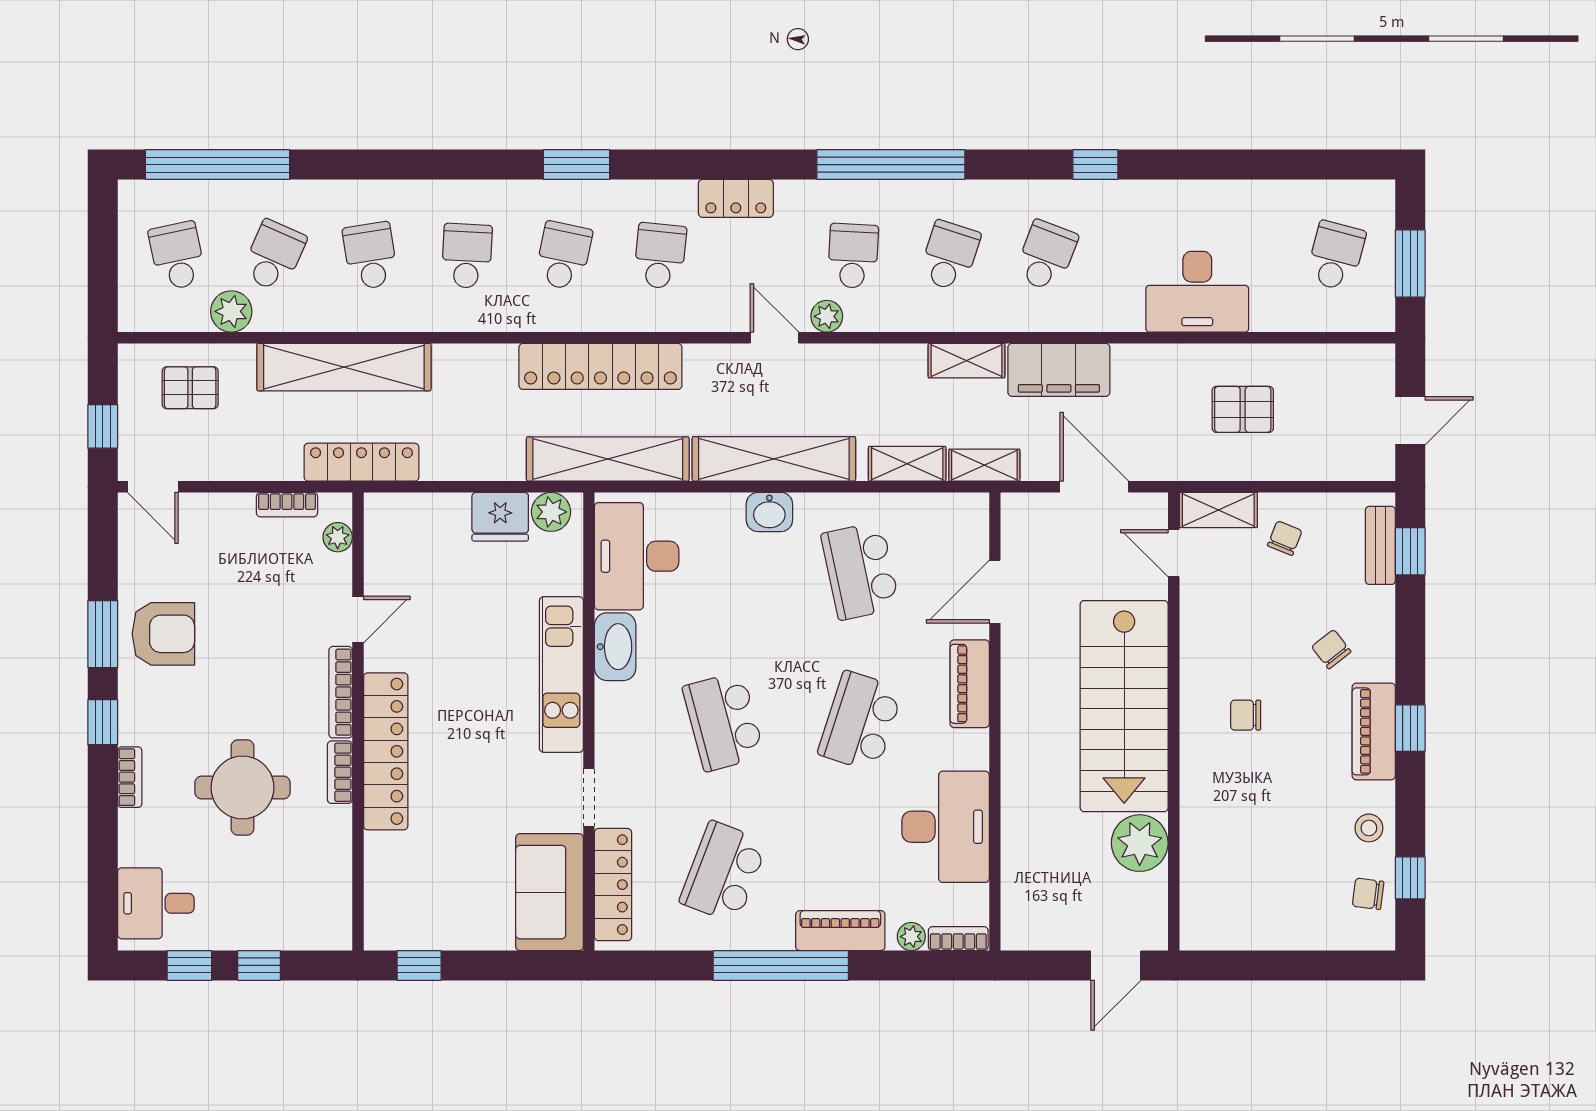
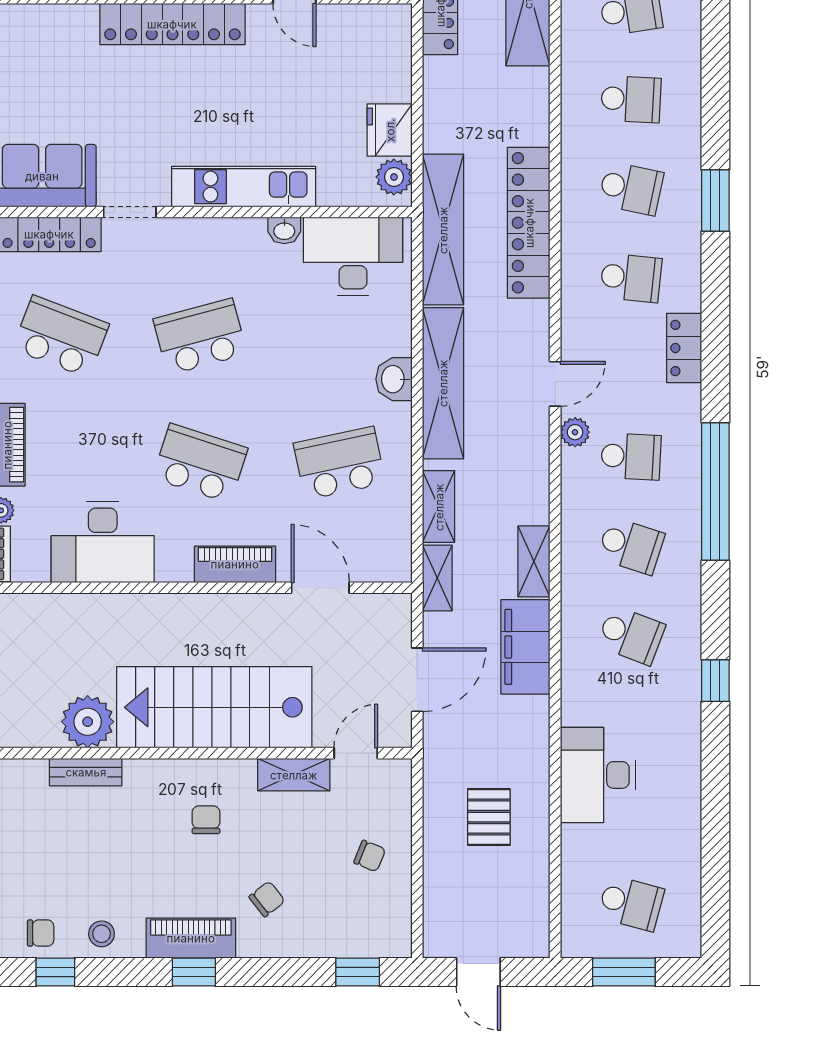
shelving: (1218, 510) -> (294, 775), moved, turned 90
bench: (1380, 545) -> (86, 772), moved
washbasin: (615, 647) -> (284, 230), width x0.52, depth x0.69
chair: (1368, 894) -> (41, 933), turned 83

